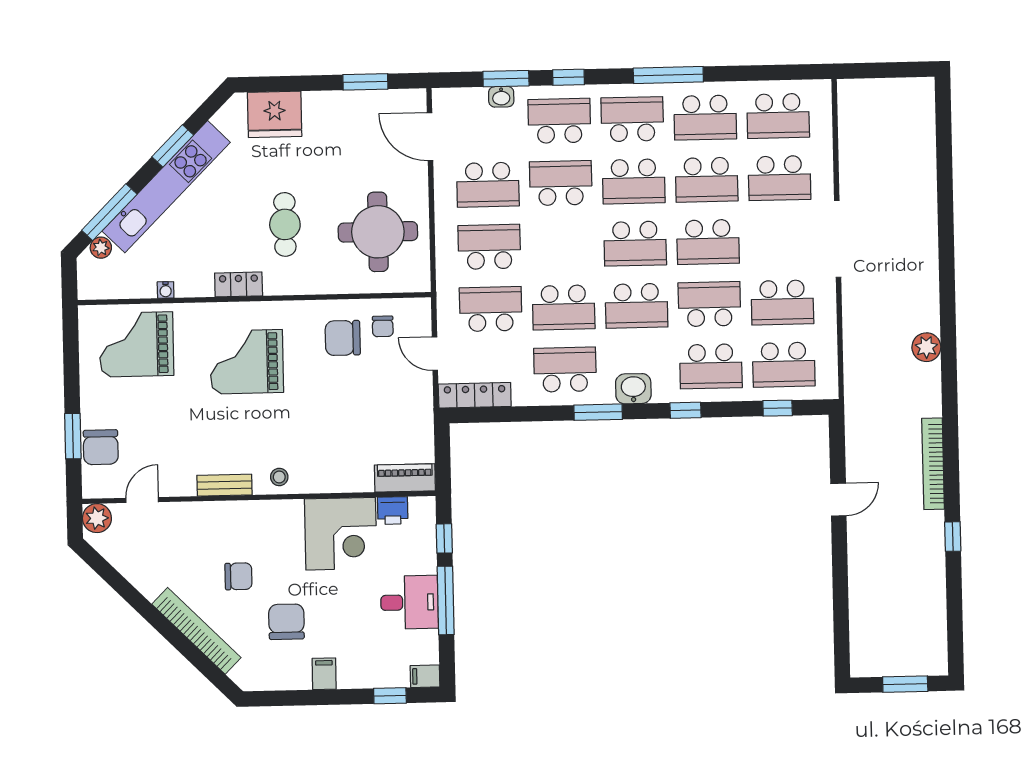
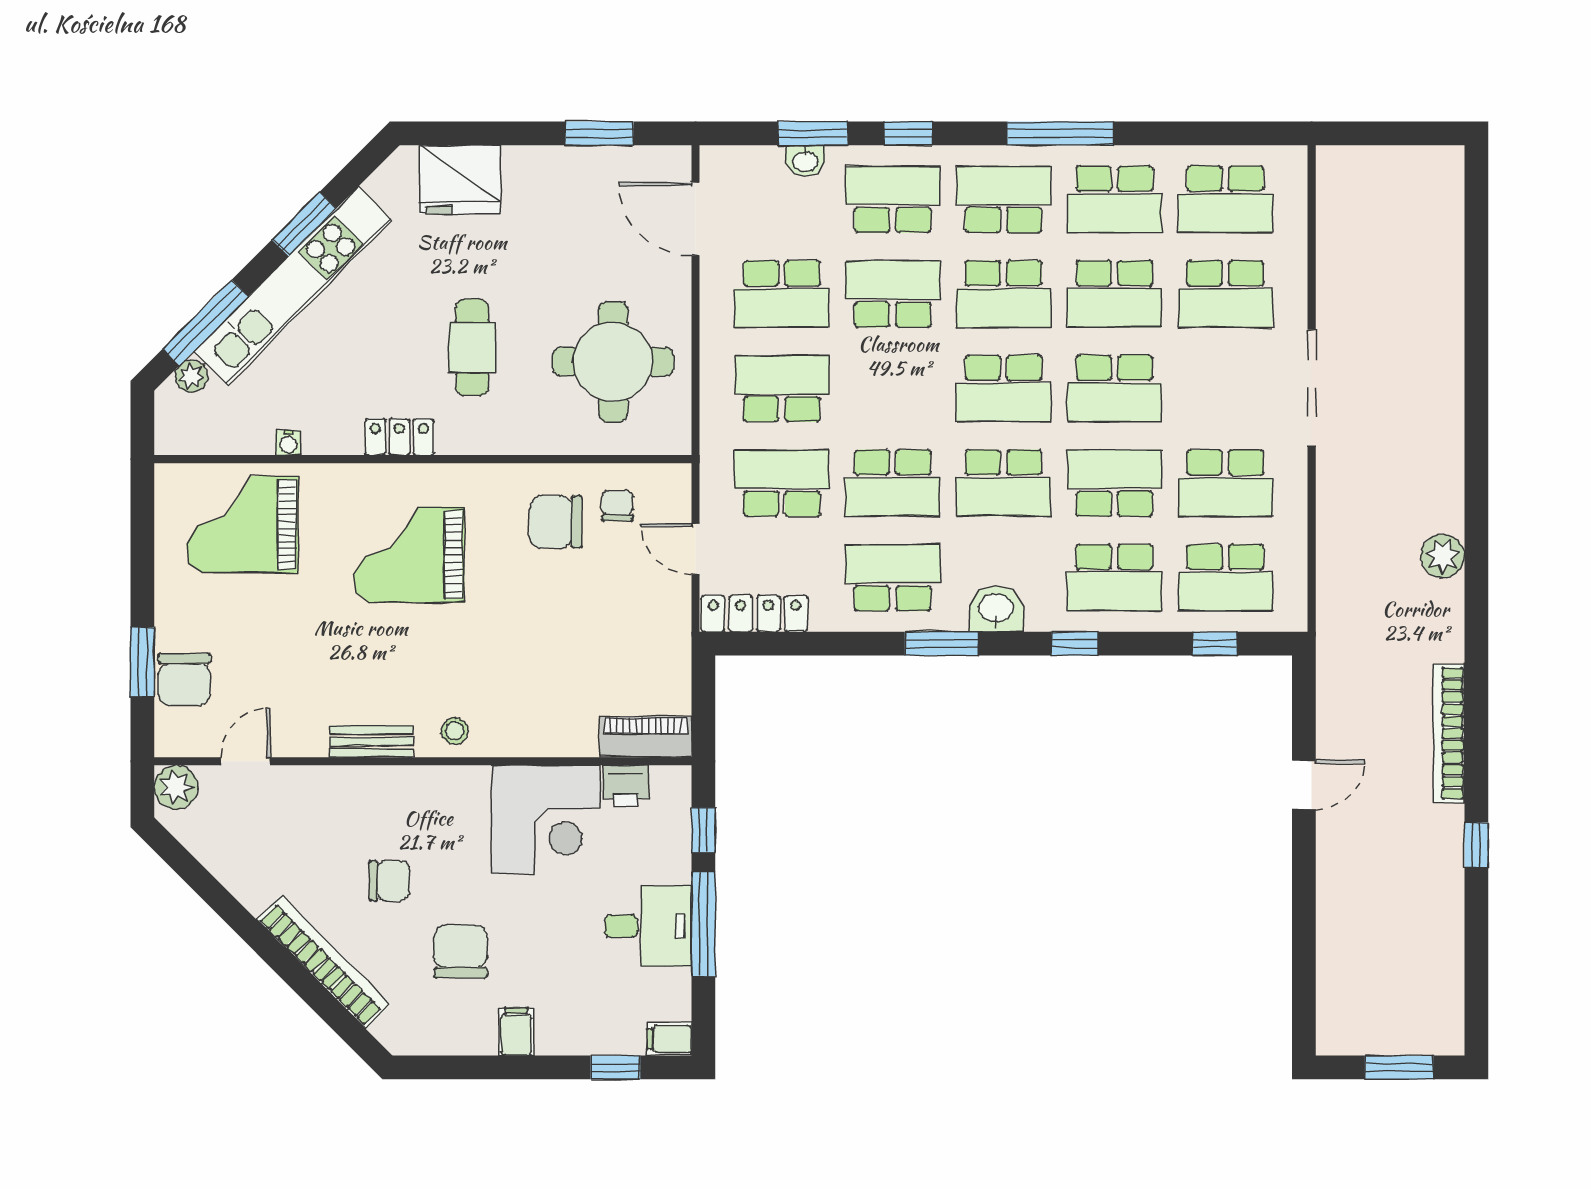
chair: (383, 326) -> (617, 506), turned 180

